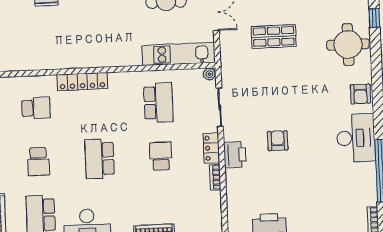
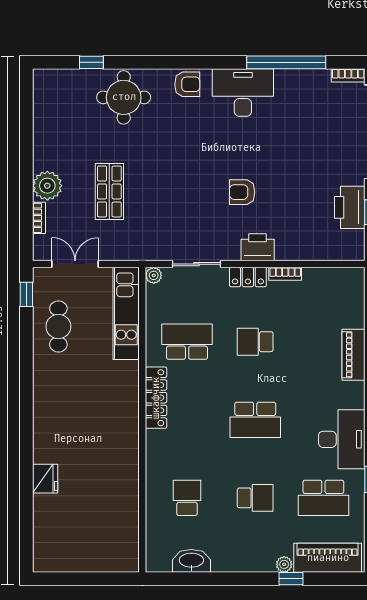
locker: (82, 82) -> (156, 398), moved

